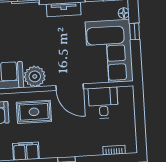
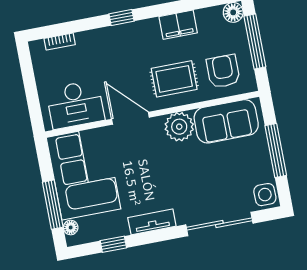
window: (135, 31) -> (53, 205), width x2.17
desk: (103, 103) -> (75, 105), width x1.37

